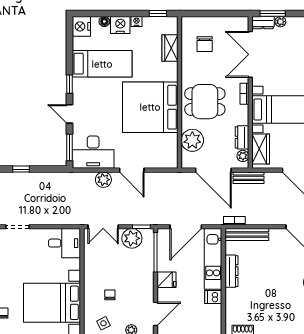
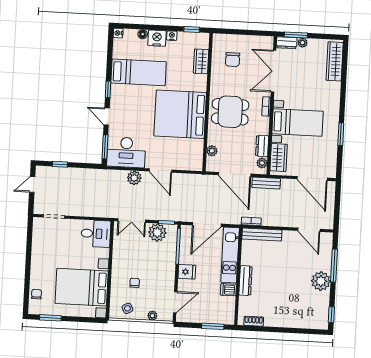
nightstand: (81, 26) -> (118, 33), width x0.53, depth x0.56
plant: (192, 140) -> (212, 151), width x0.53, depth x0.53
dresser: (231, 271) -> (245, 281), moved

